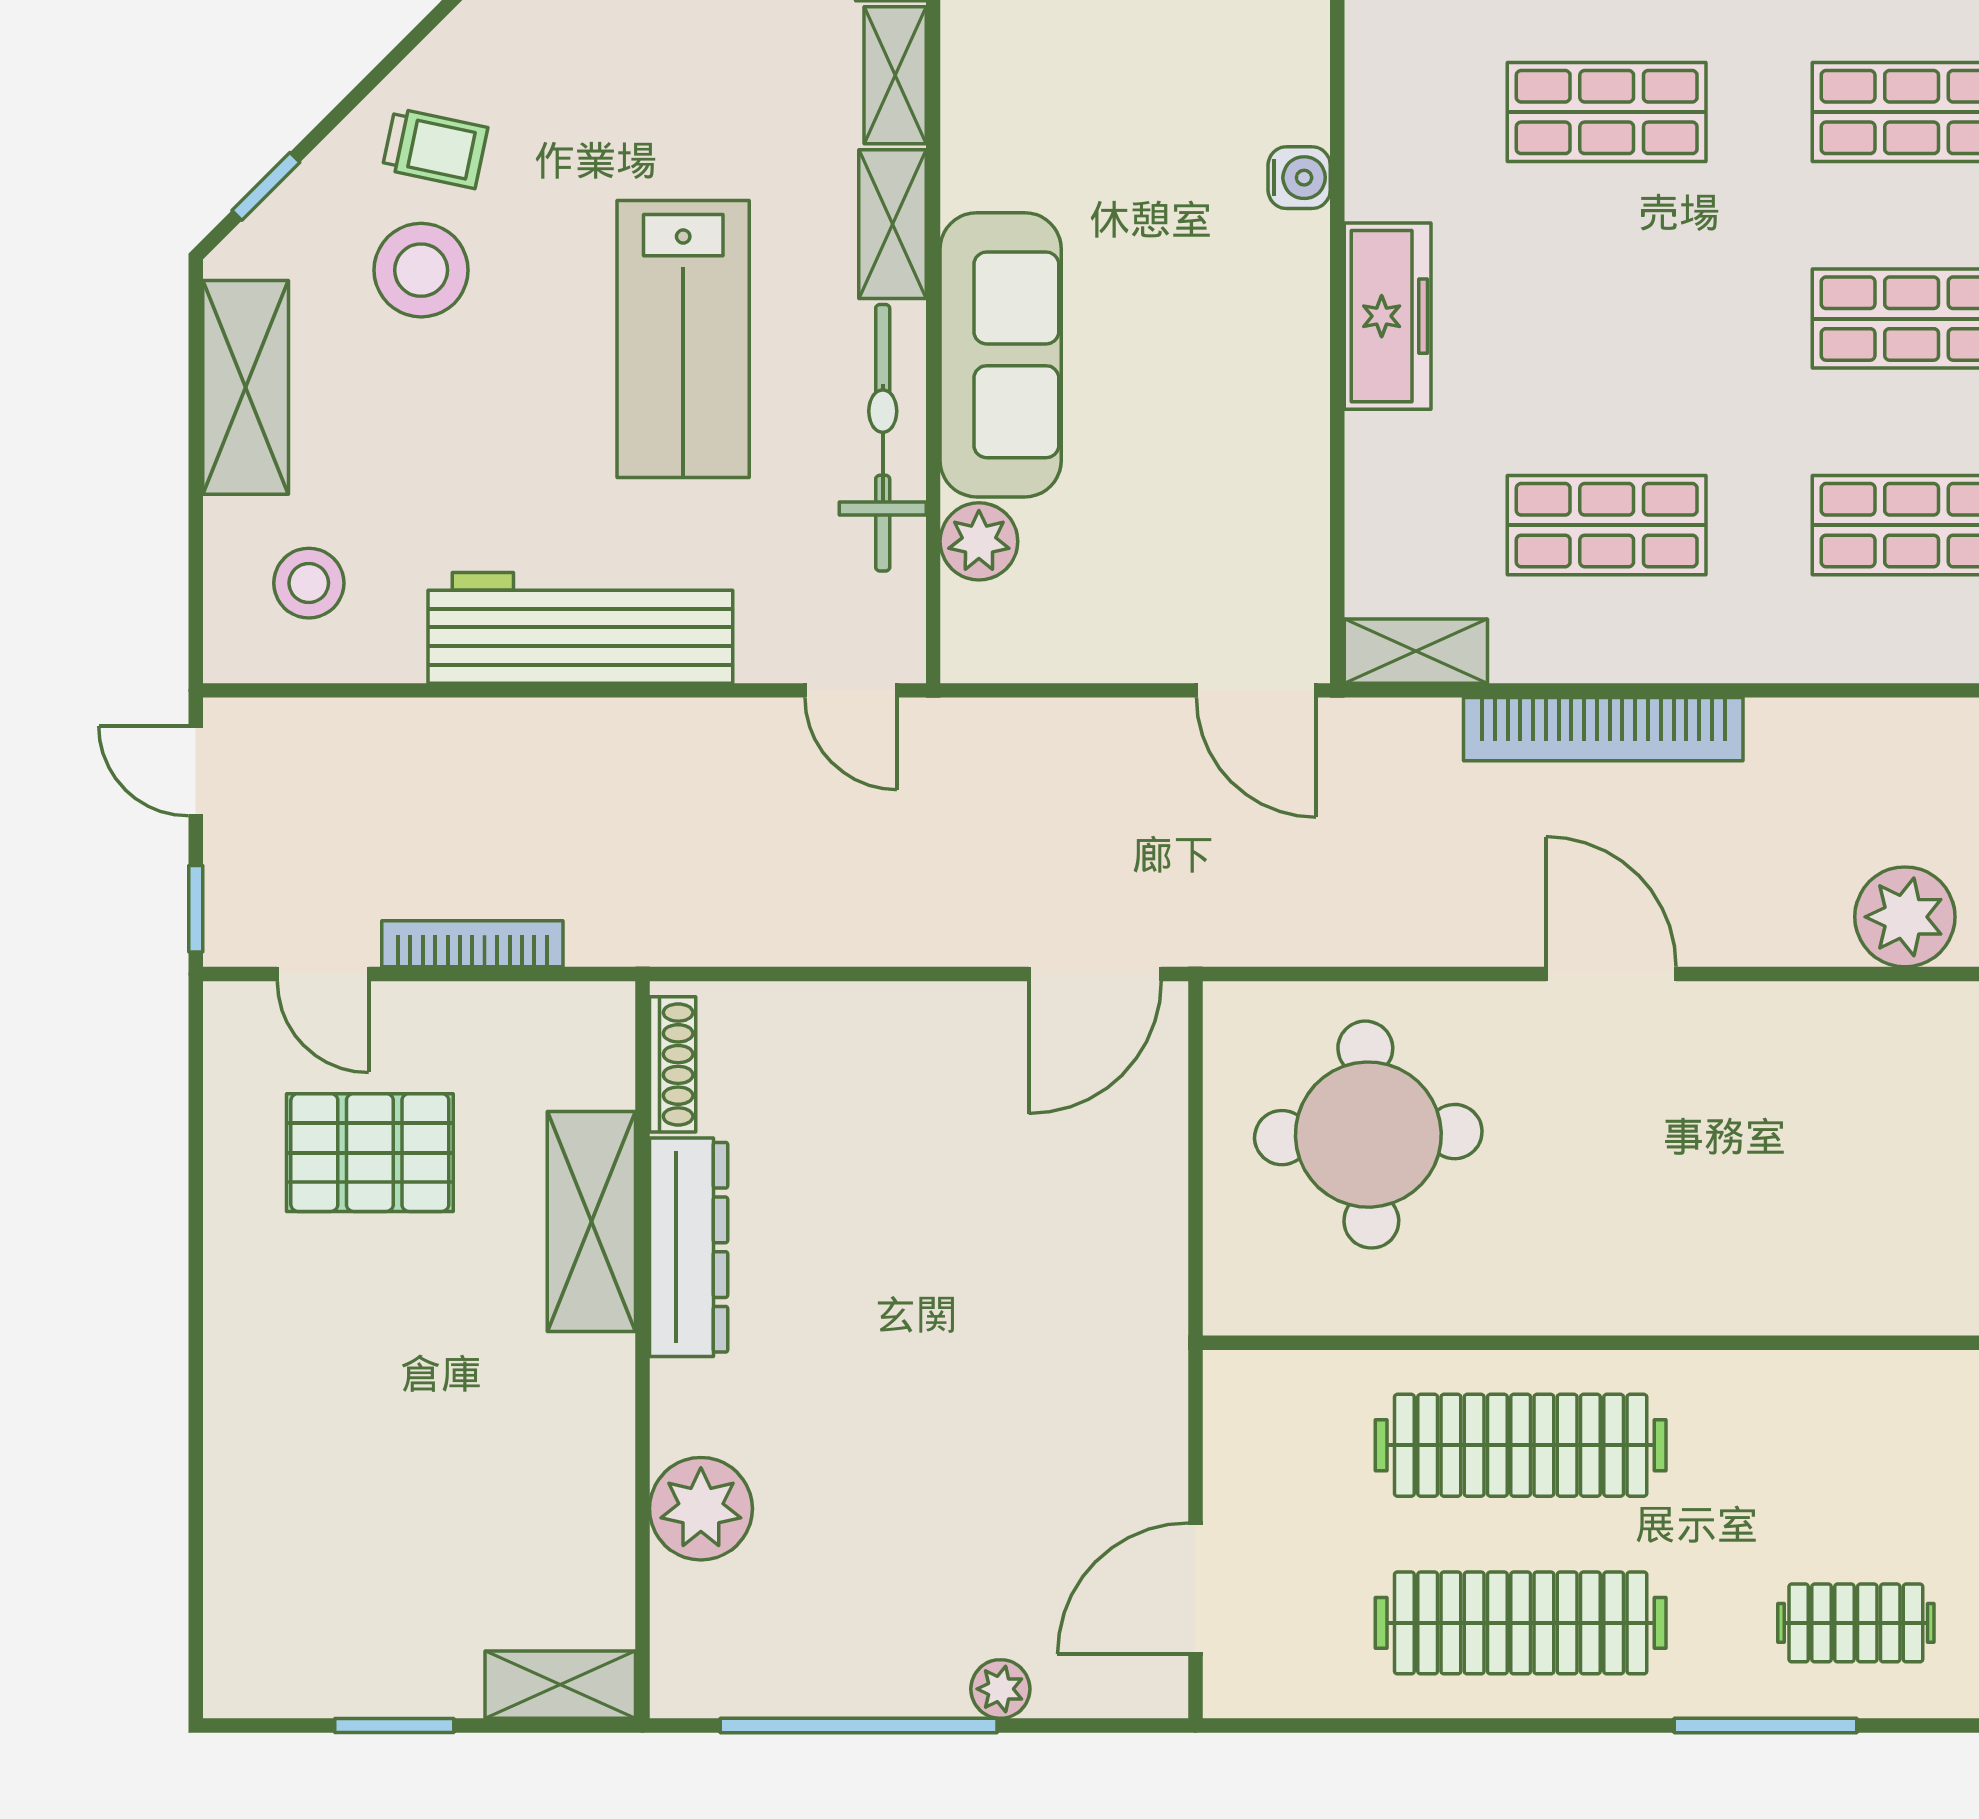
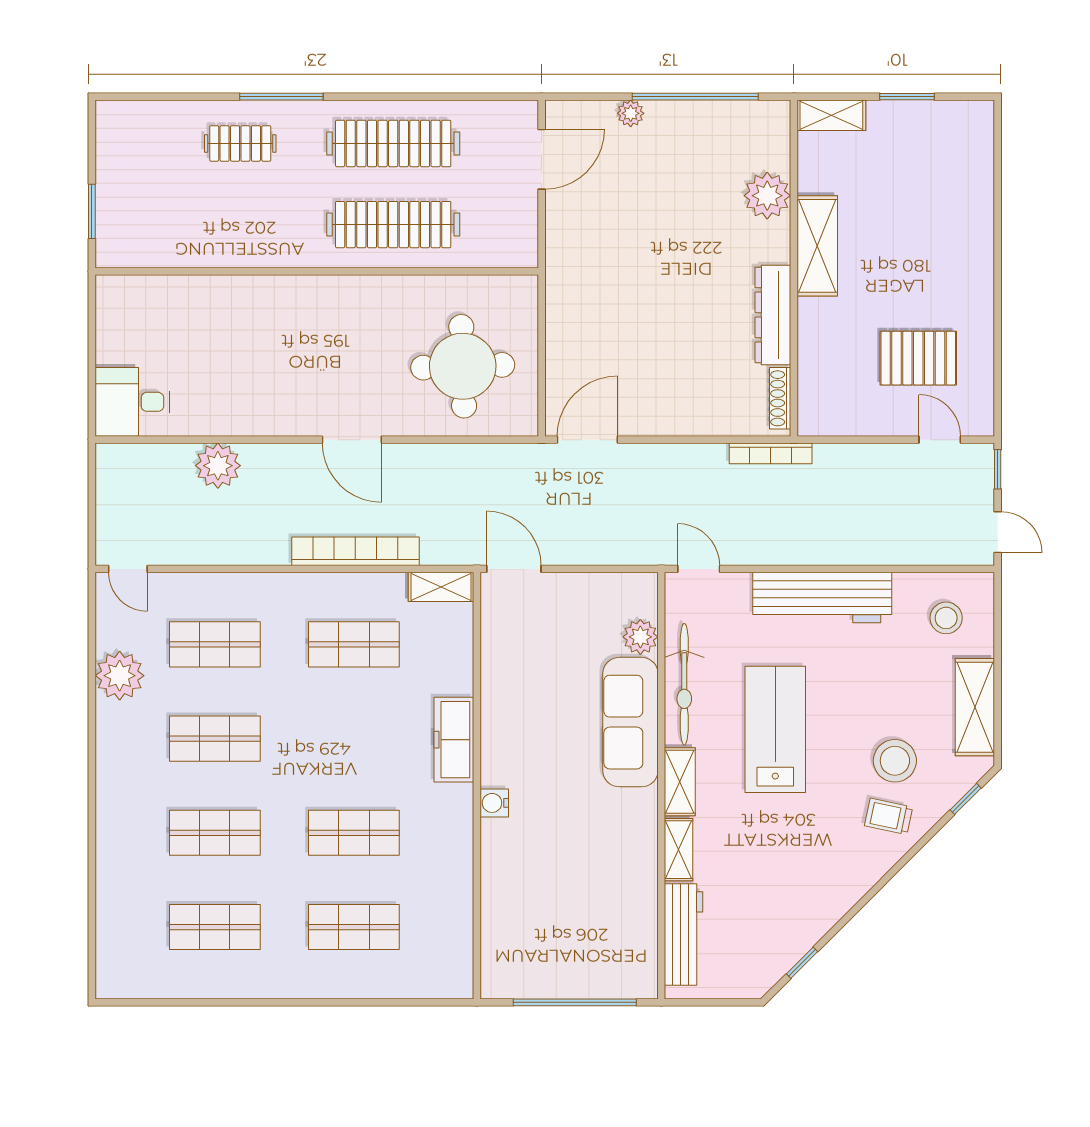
bookcase: (472, 944) -> (771, 453), moved
shelving: (591, 1222) -> (817, 246), moved

